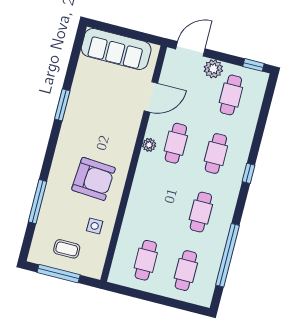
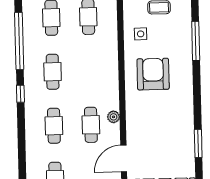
window: (62, 105) -> (198, 143), moved
window: (249, 173) -> (20, 94), moved
armchair: (93, 179) -> (153, 74), turned 86

